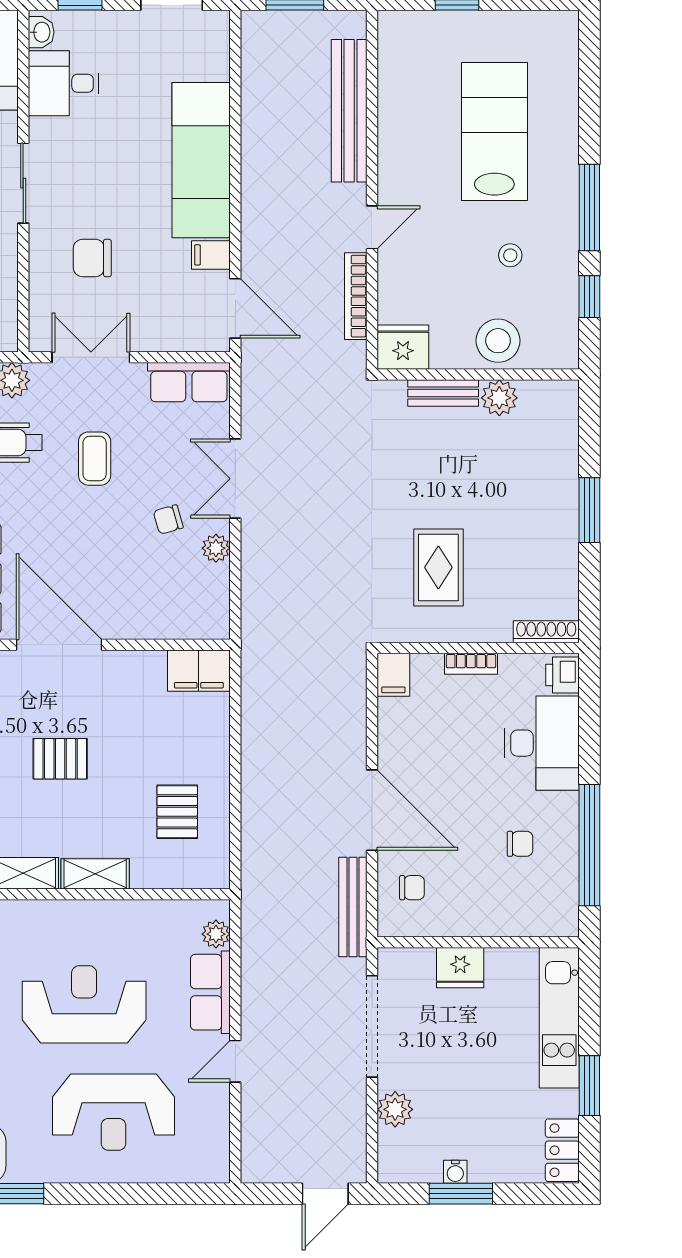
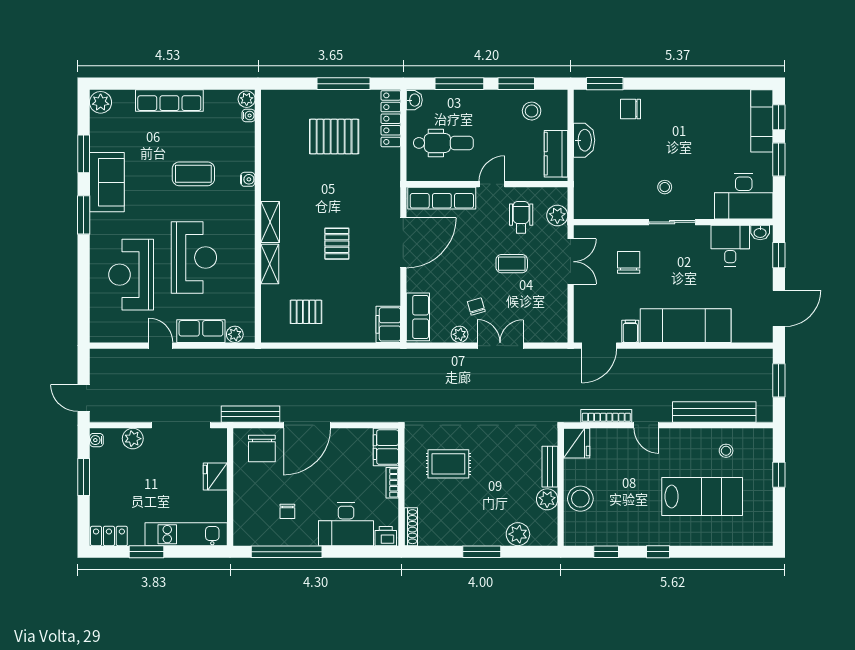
window: (589, 208) -> (658, 552), width x0.46
stool: (510, 255) -> (726, 451), moved
row of seats: (189, 382) -> (418, 317), moved, turned 180
plant: (559, 448) -> (518, 534), added
filing cabinet: (393, 675) -> (386, 447), width x2.00
chair: (412, 888) -> (262, 448), width x1.87, depth x1.87
water cooler: (455, 1172) -> (96, 440), moved

